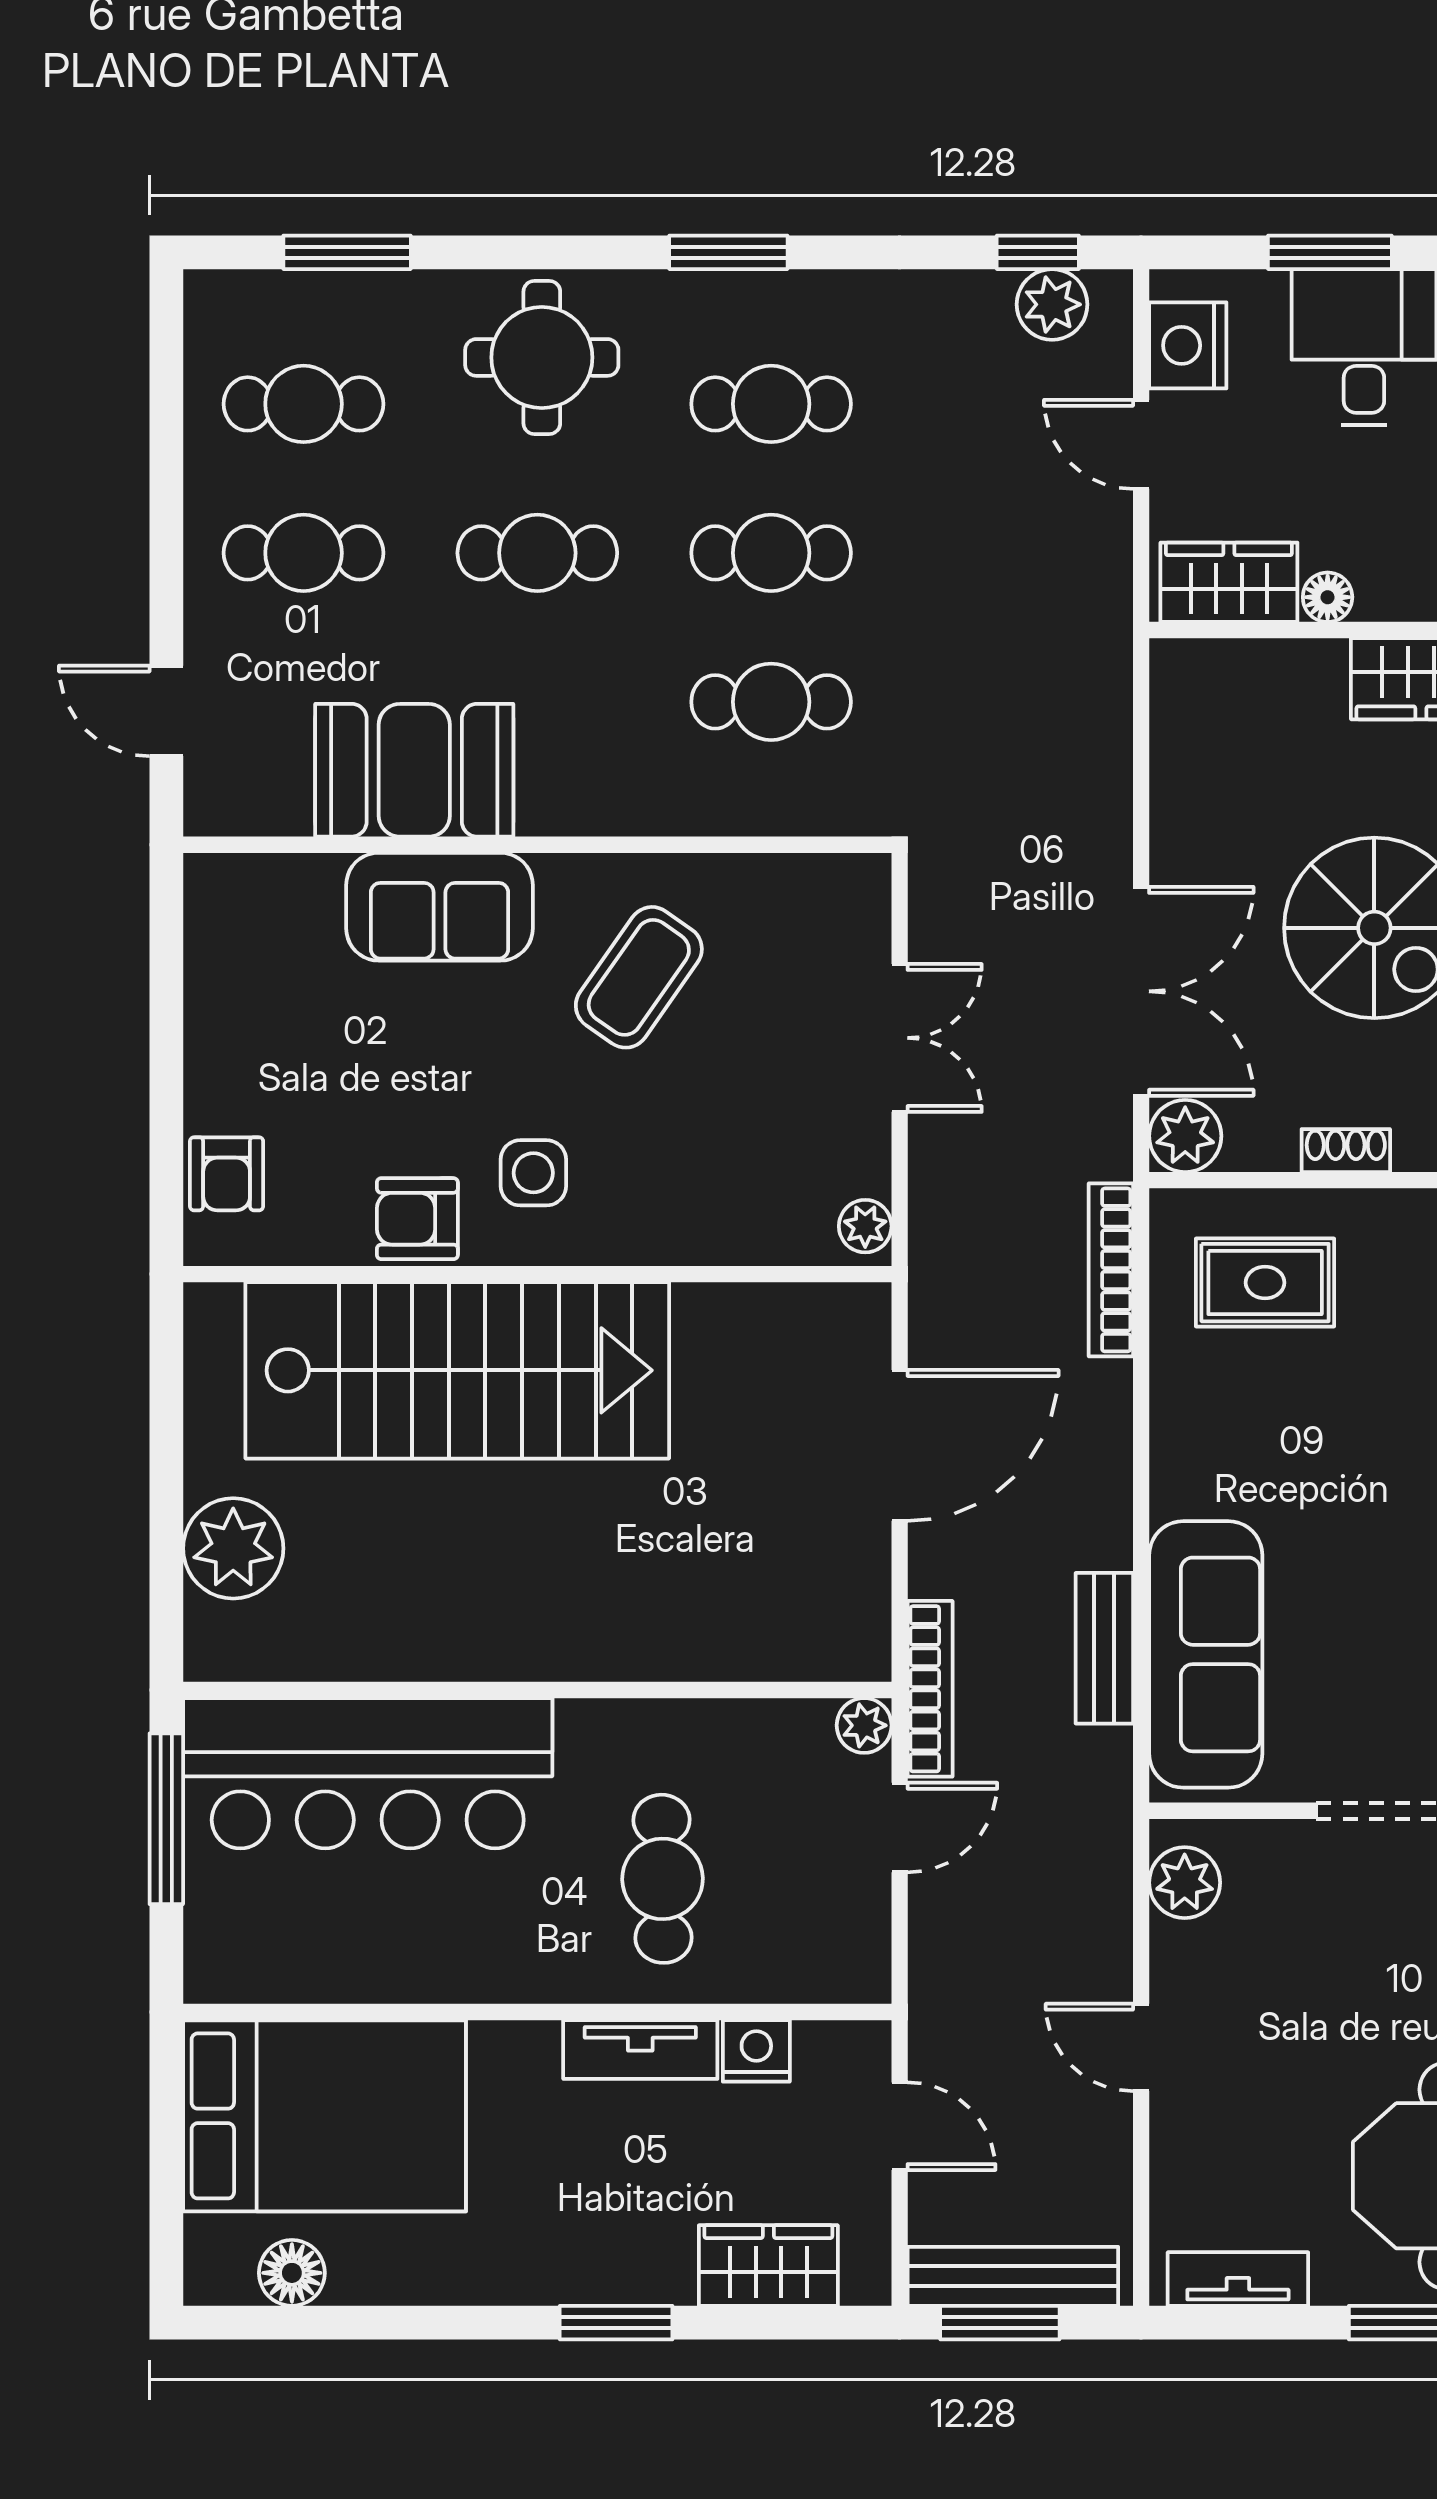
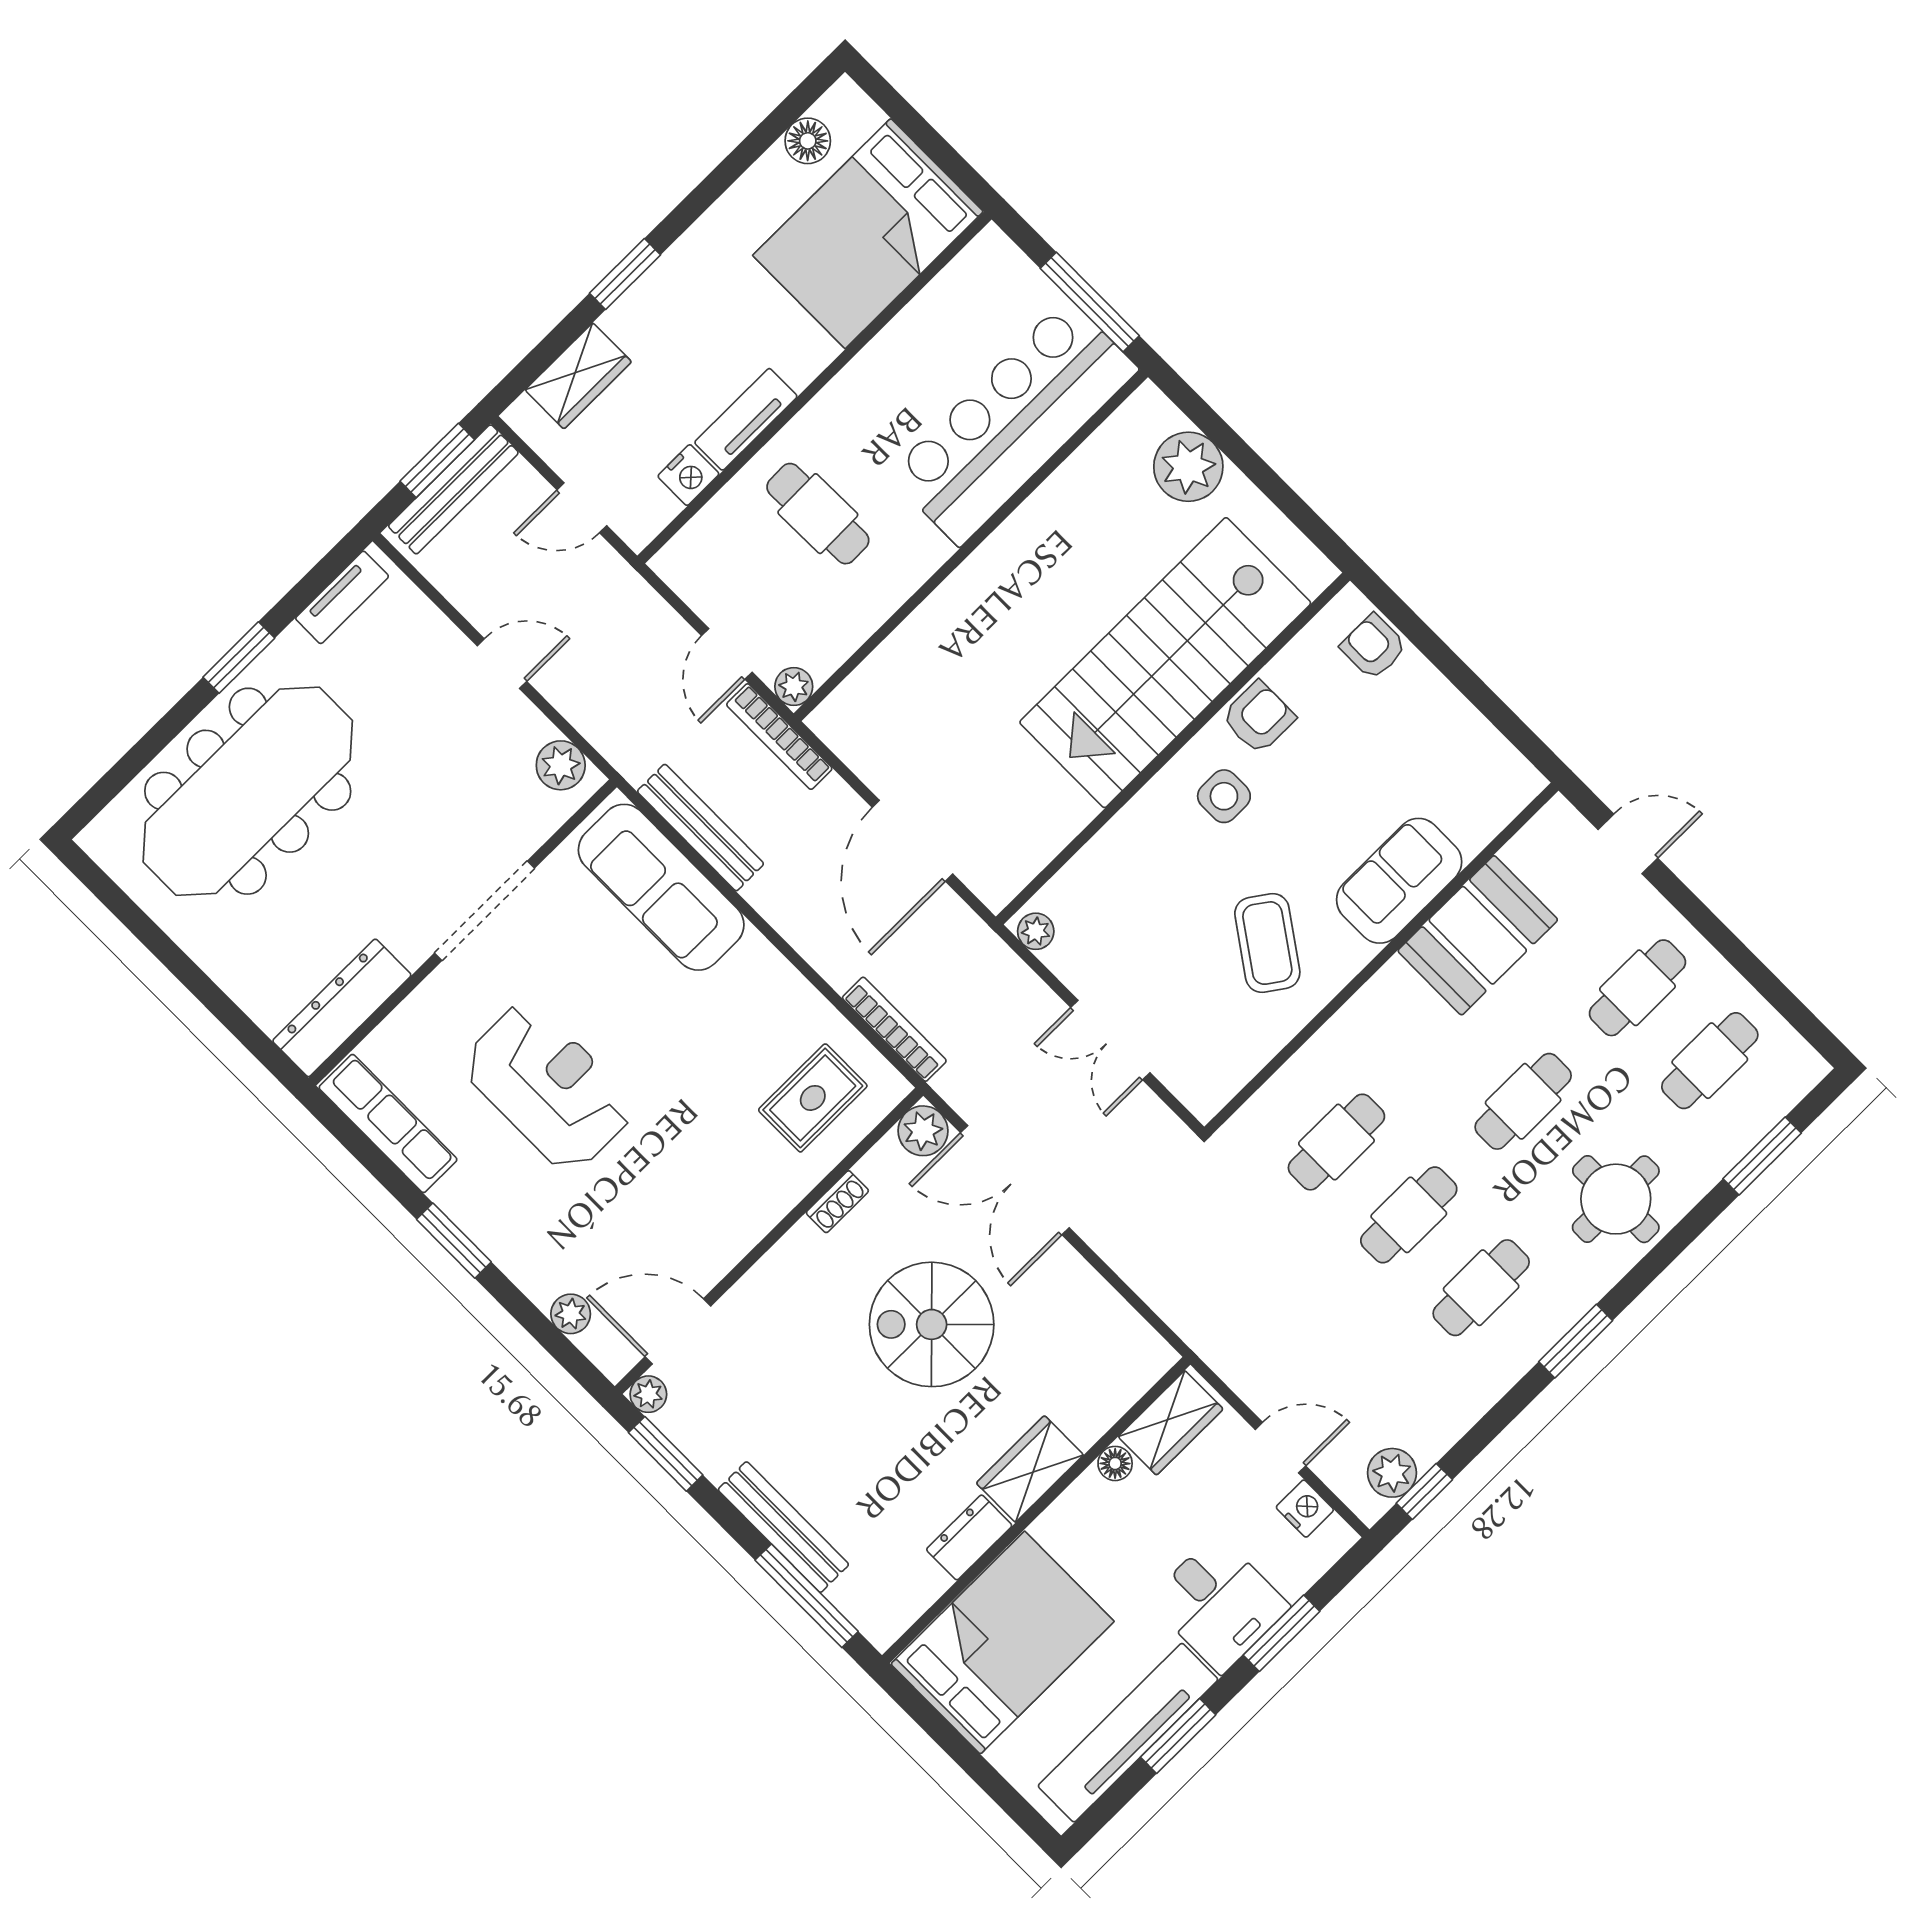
nightstand: (1188, 345) -> (1305, 1509), width x0.74, depth x0.75
bench: (1104, 1648) -> (701, 828), width x1.36

